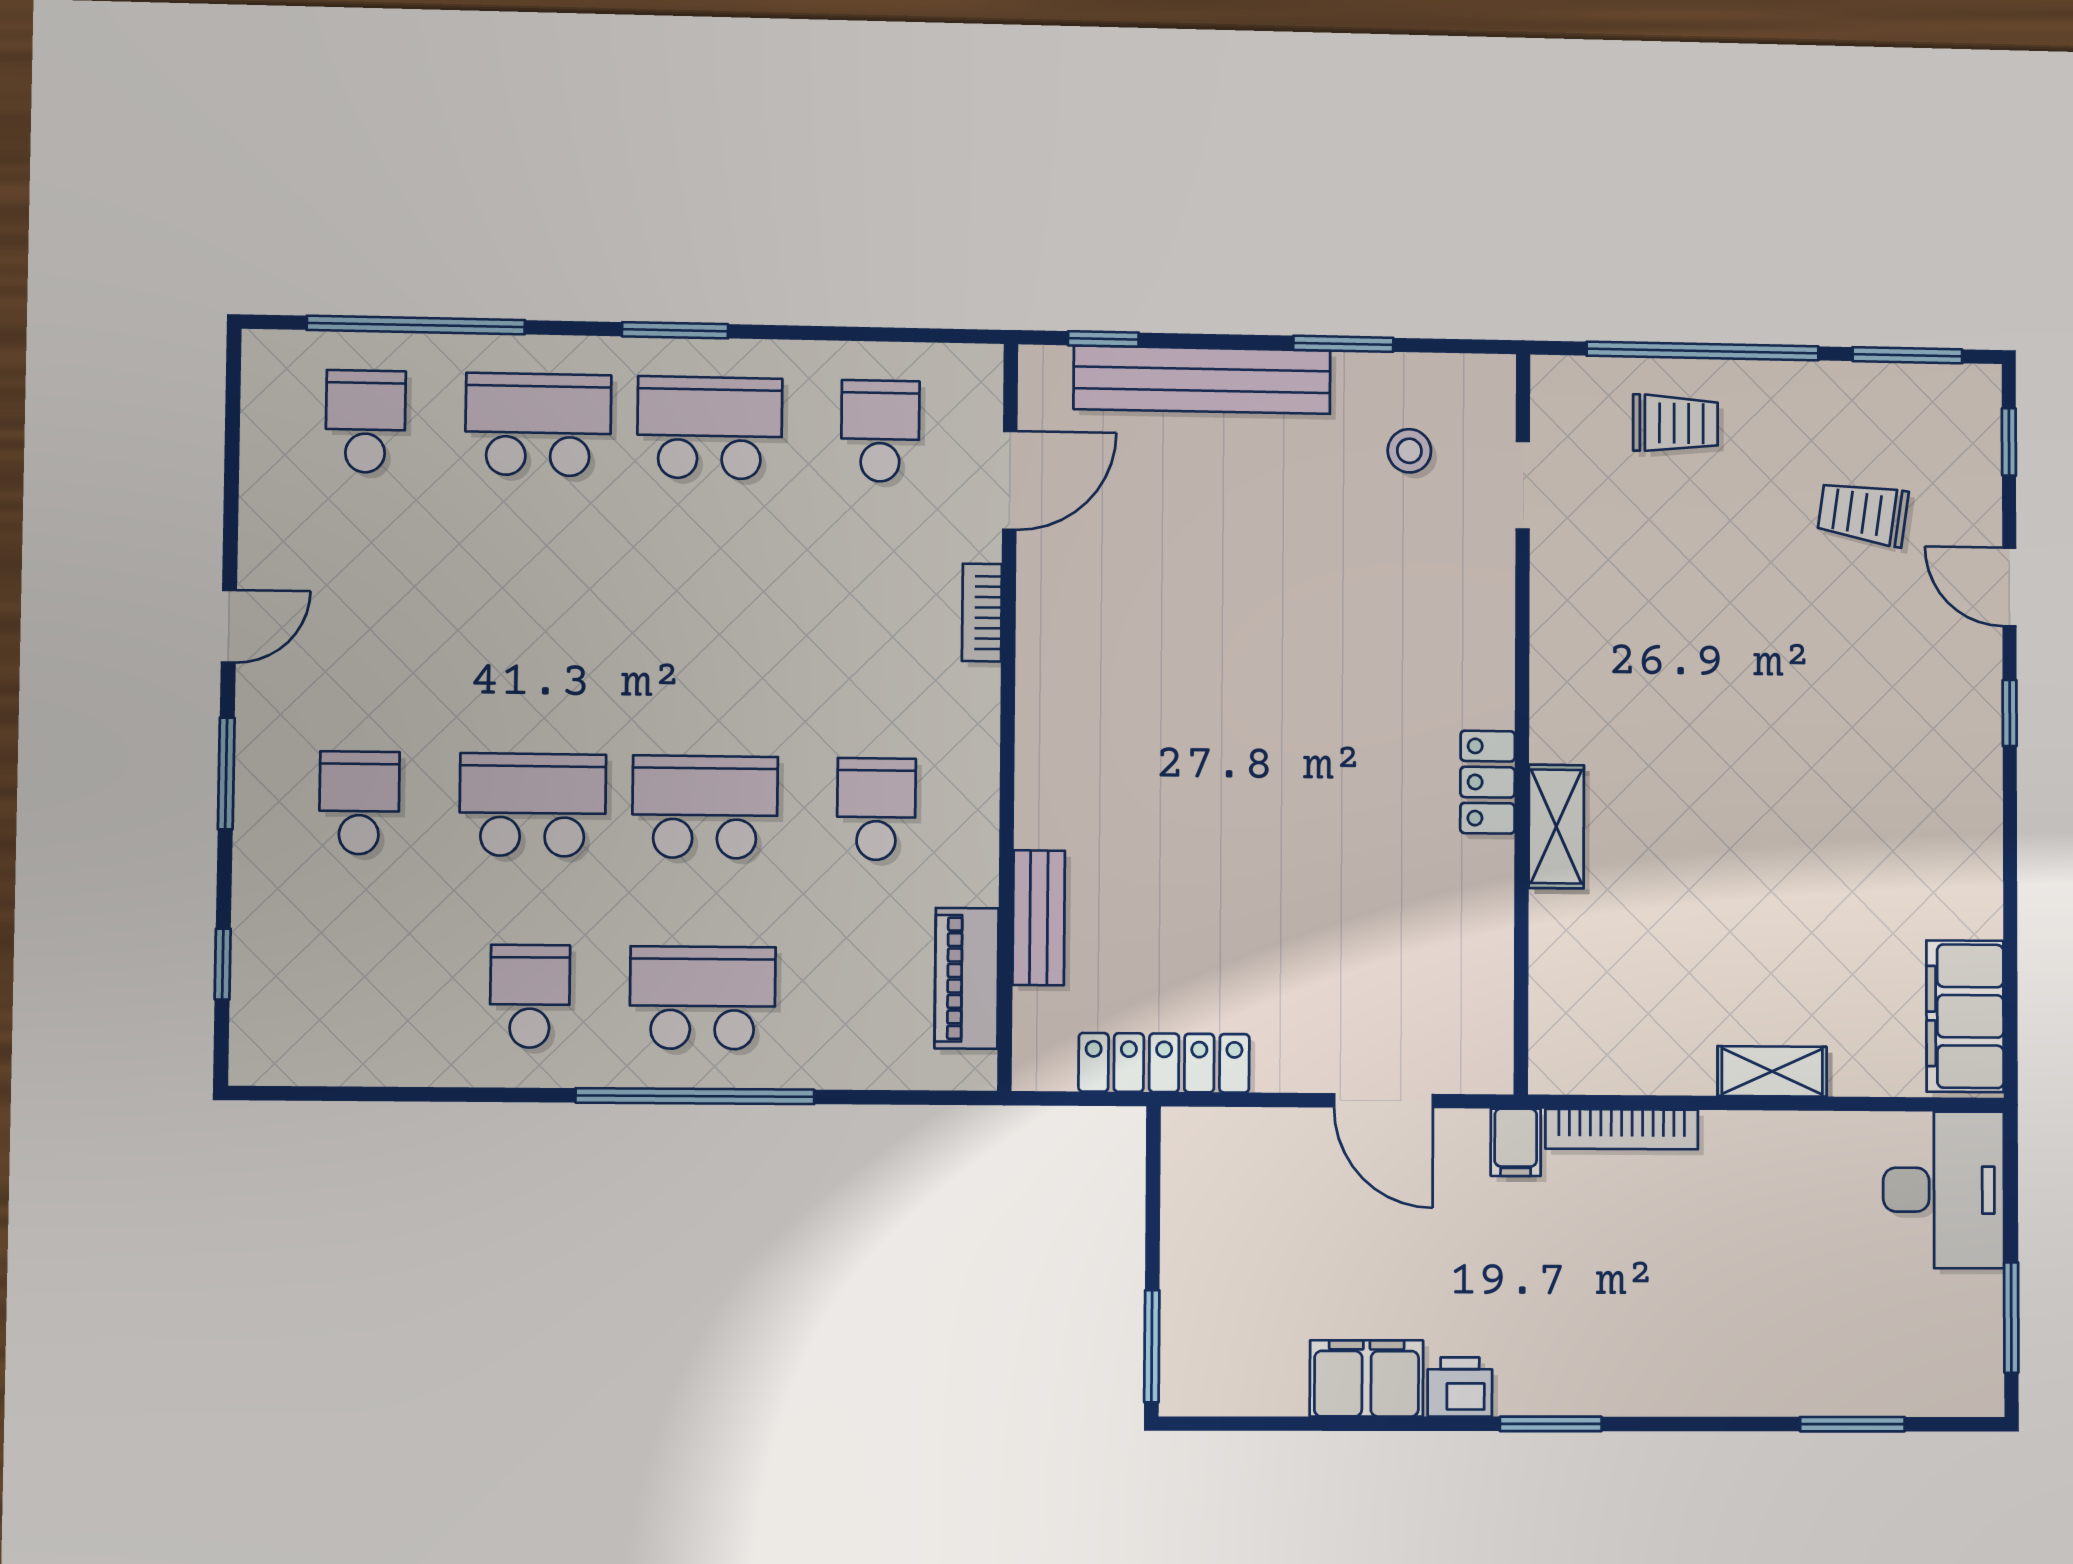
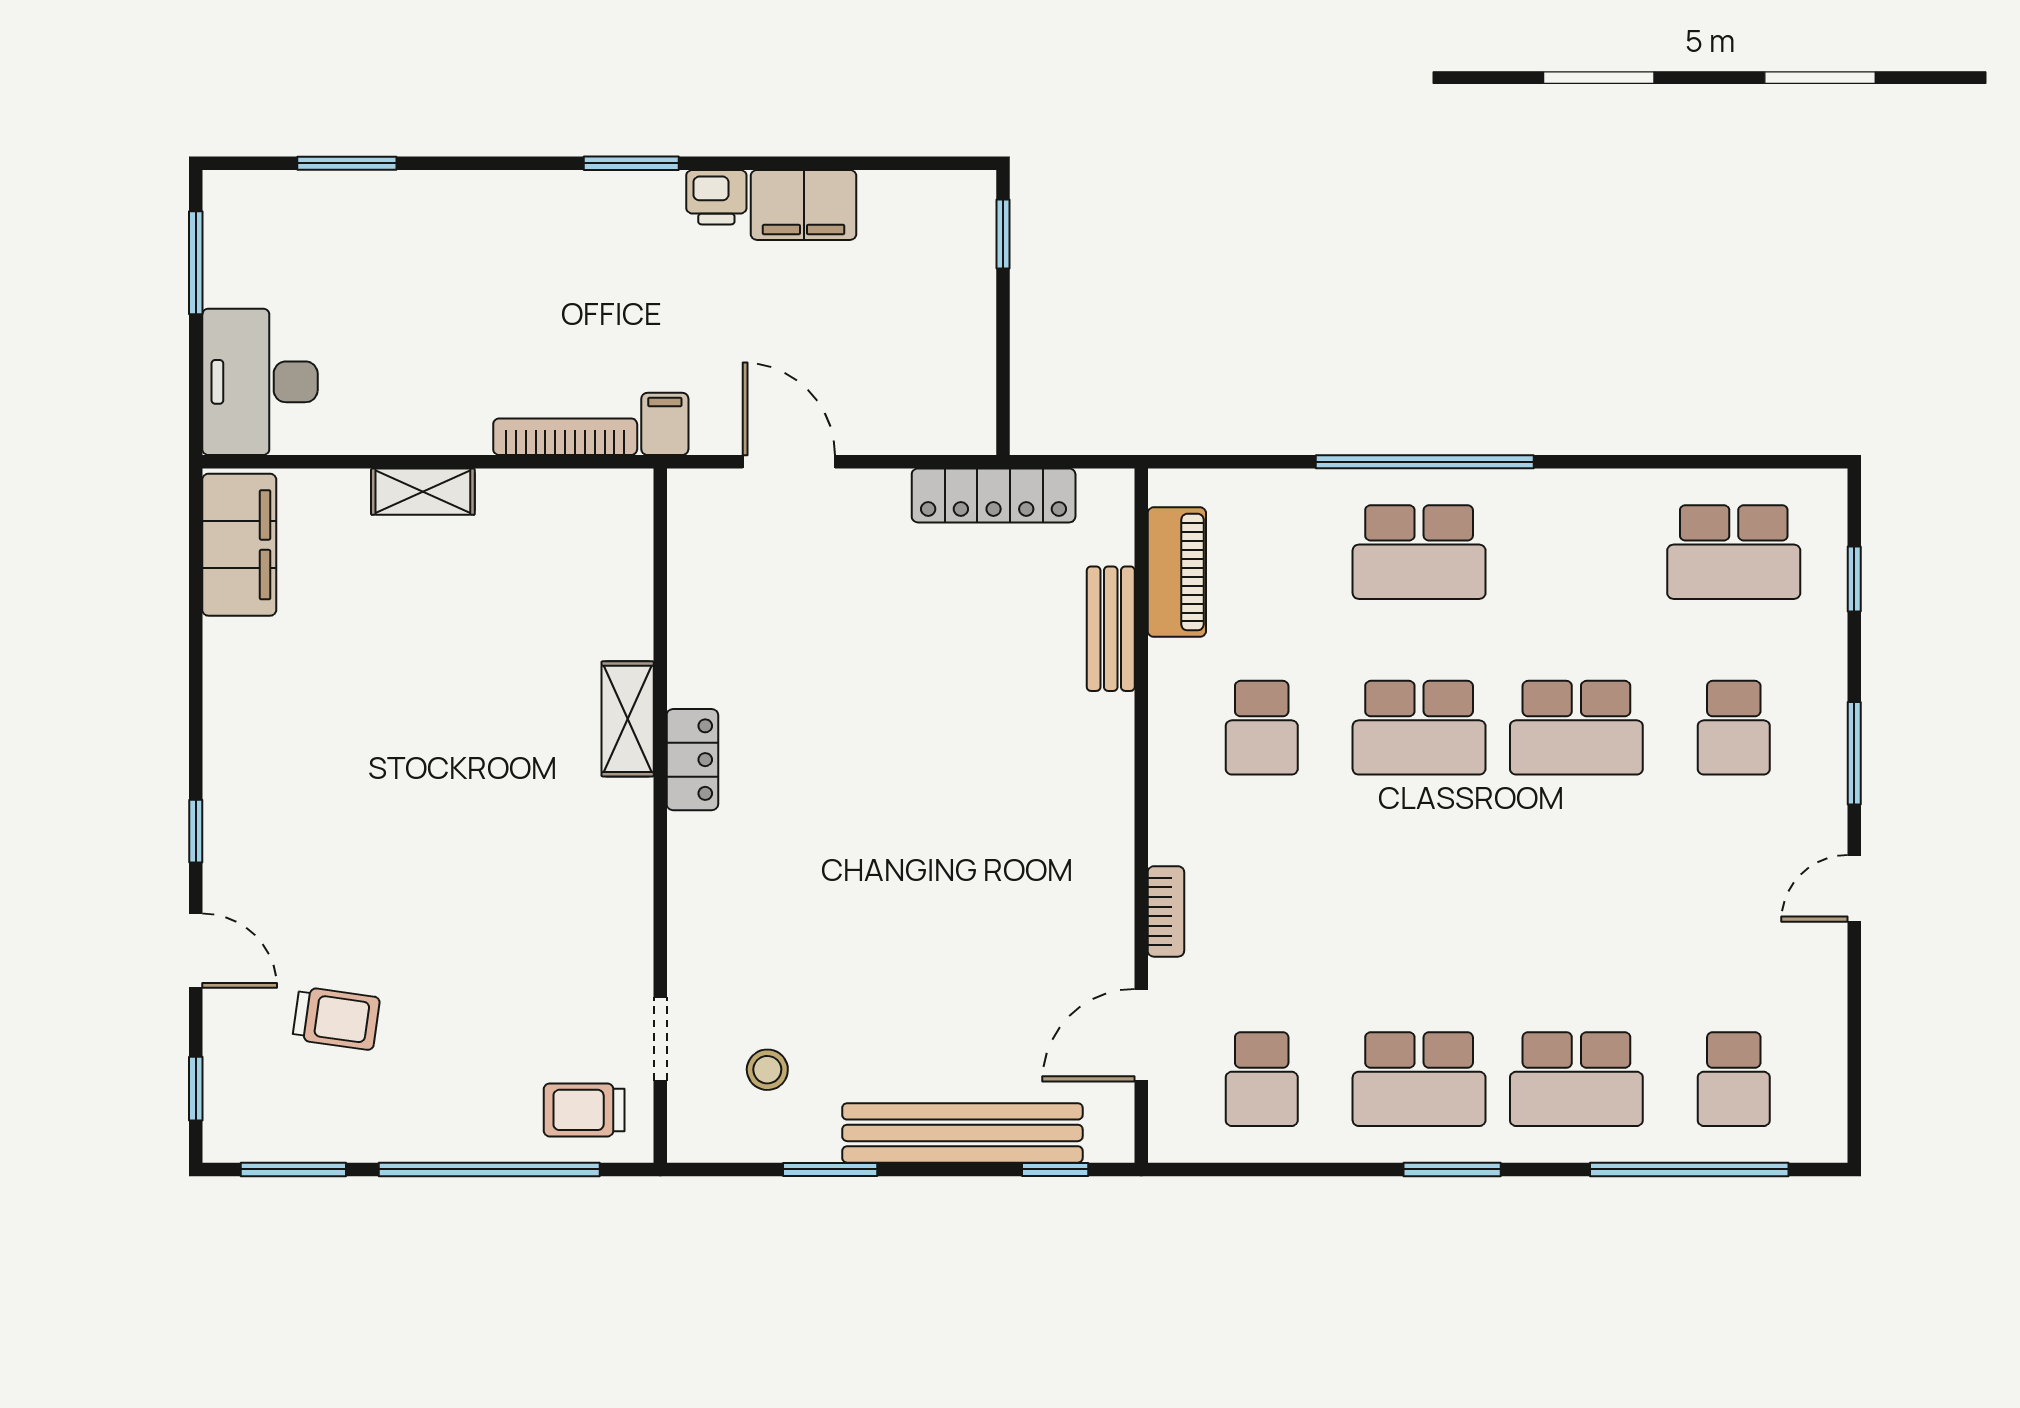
trolley: (1675, 423) -> (584, 1110), moved
school desk: (530, 996) -> (1734, 552), moved, width x1.85
window: (1152, 1346) -> (1003, 234), width x0.67

